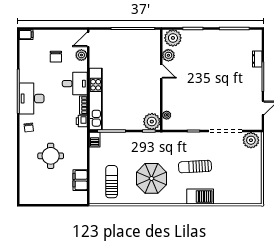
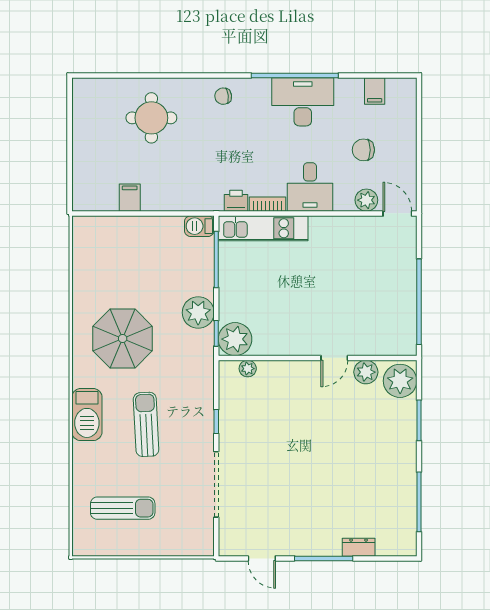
filing cabinet: (26, 35) -> (375, 91), moved
desk: (32, 99) -> (303, 102), moved
kitchen unit: (96, 99) -> (263, 228), width x0.73
plant: (251, 140) -> (198, 313), moved
round table: (51, 156) -> (151, 118), moved
filing cabinet: (80, 180) -> (130, 198), width x0.50
sun lounger: (112, 182) -> (123, 508), moved
barbecue: (200, 197) -> (87, 415), moved

